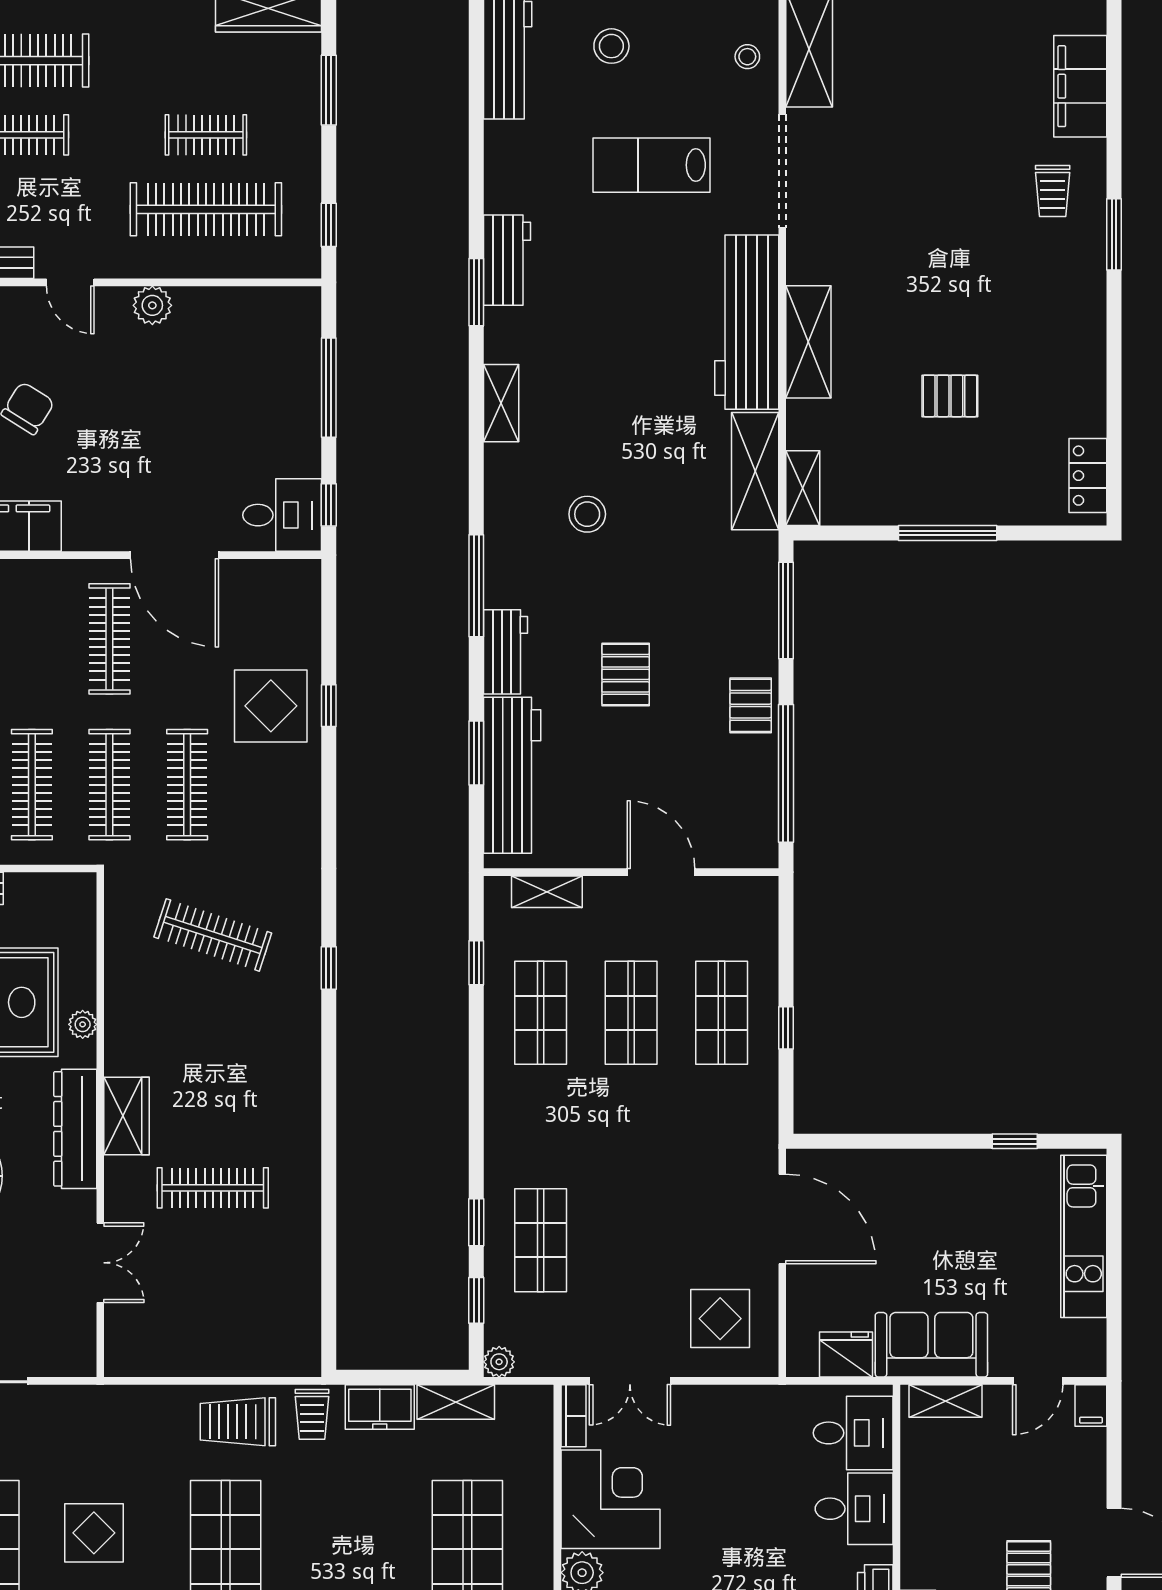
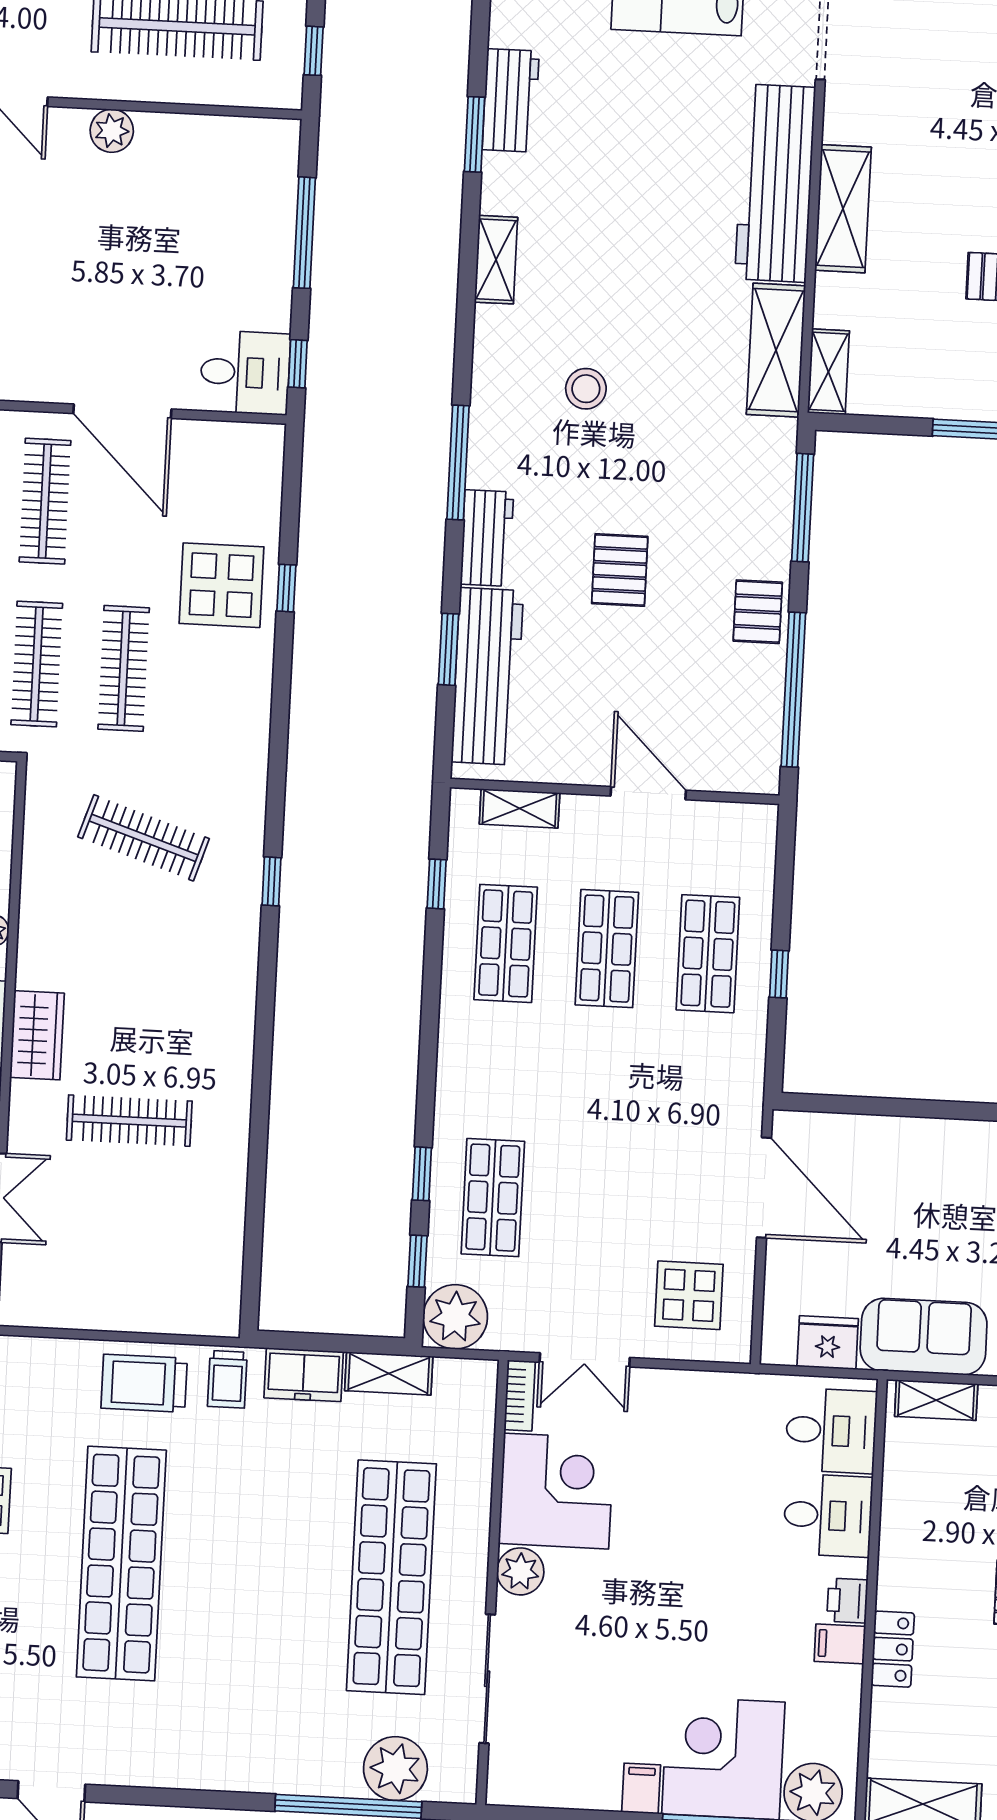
plant: (499, 1362) -> (455, 1317), width x1.88, depth x1.88

